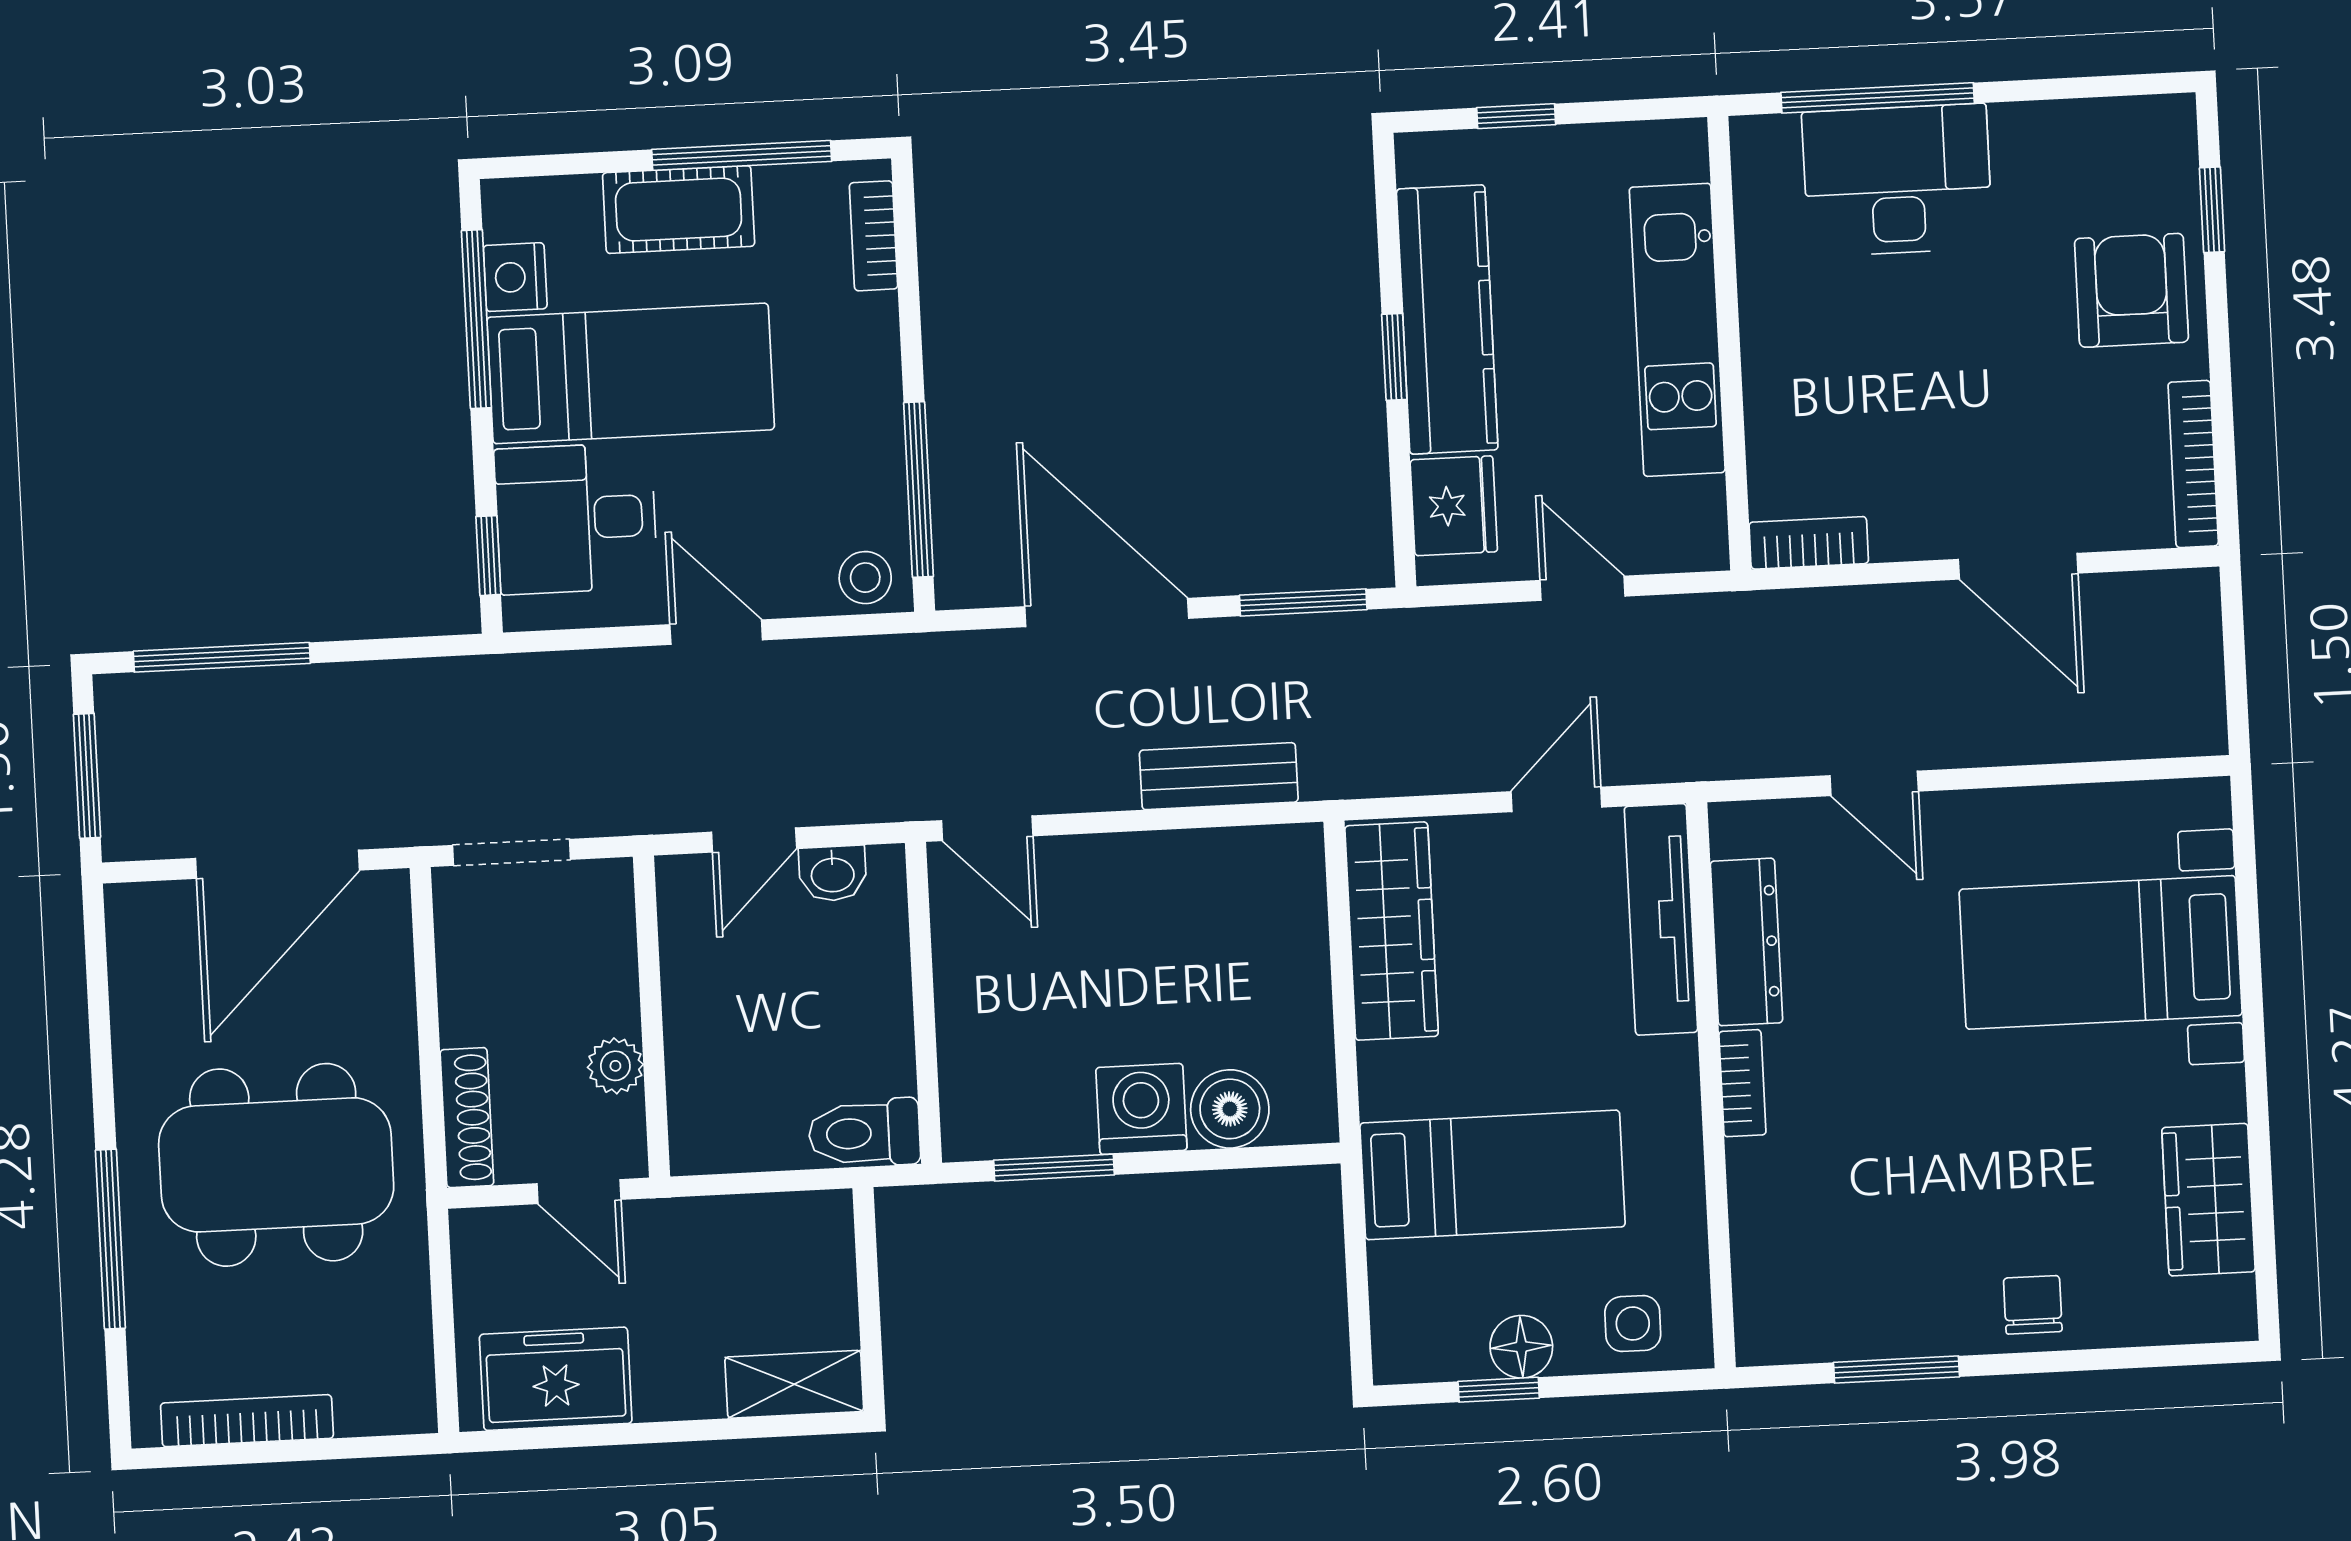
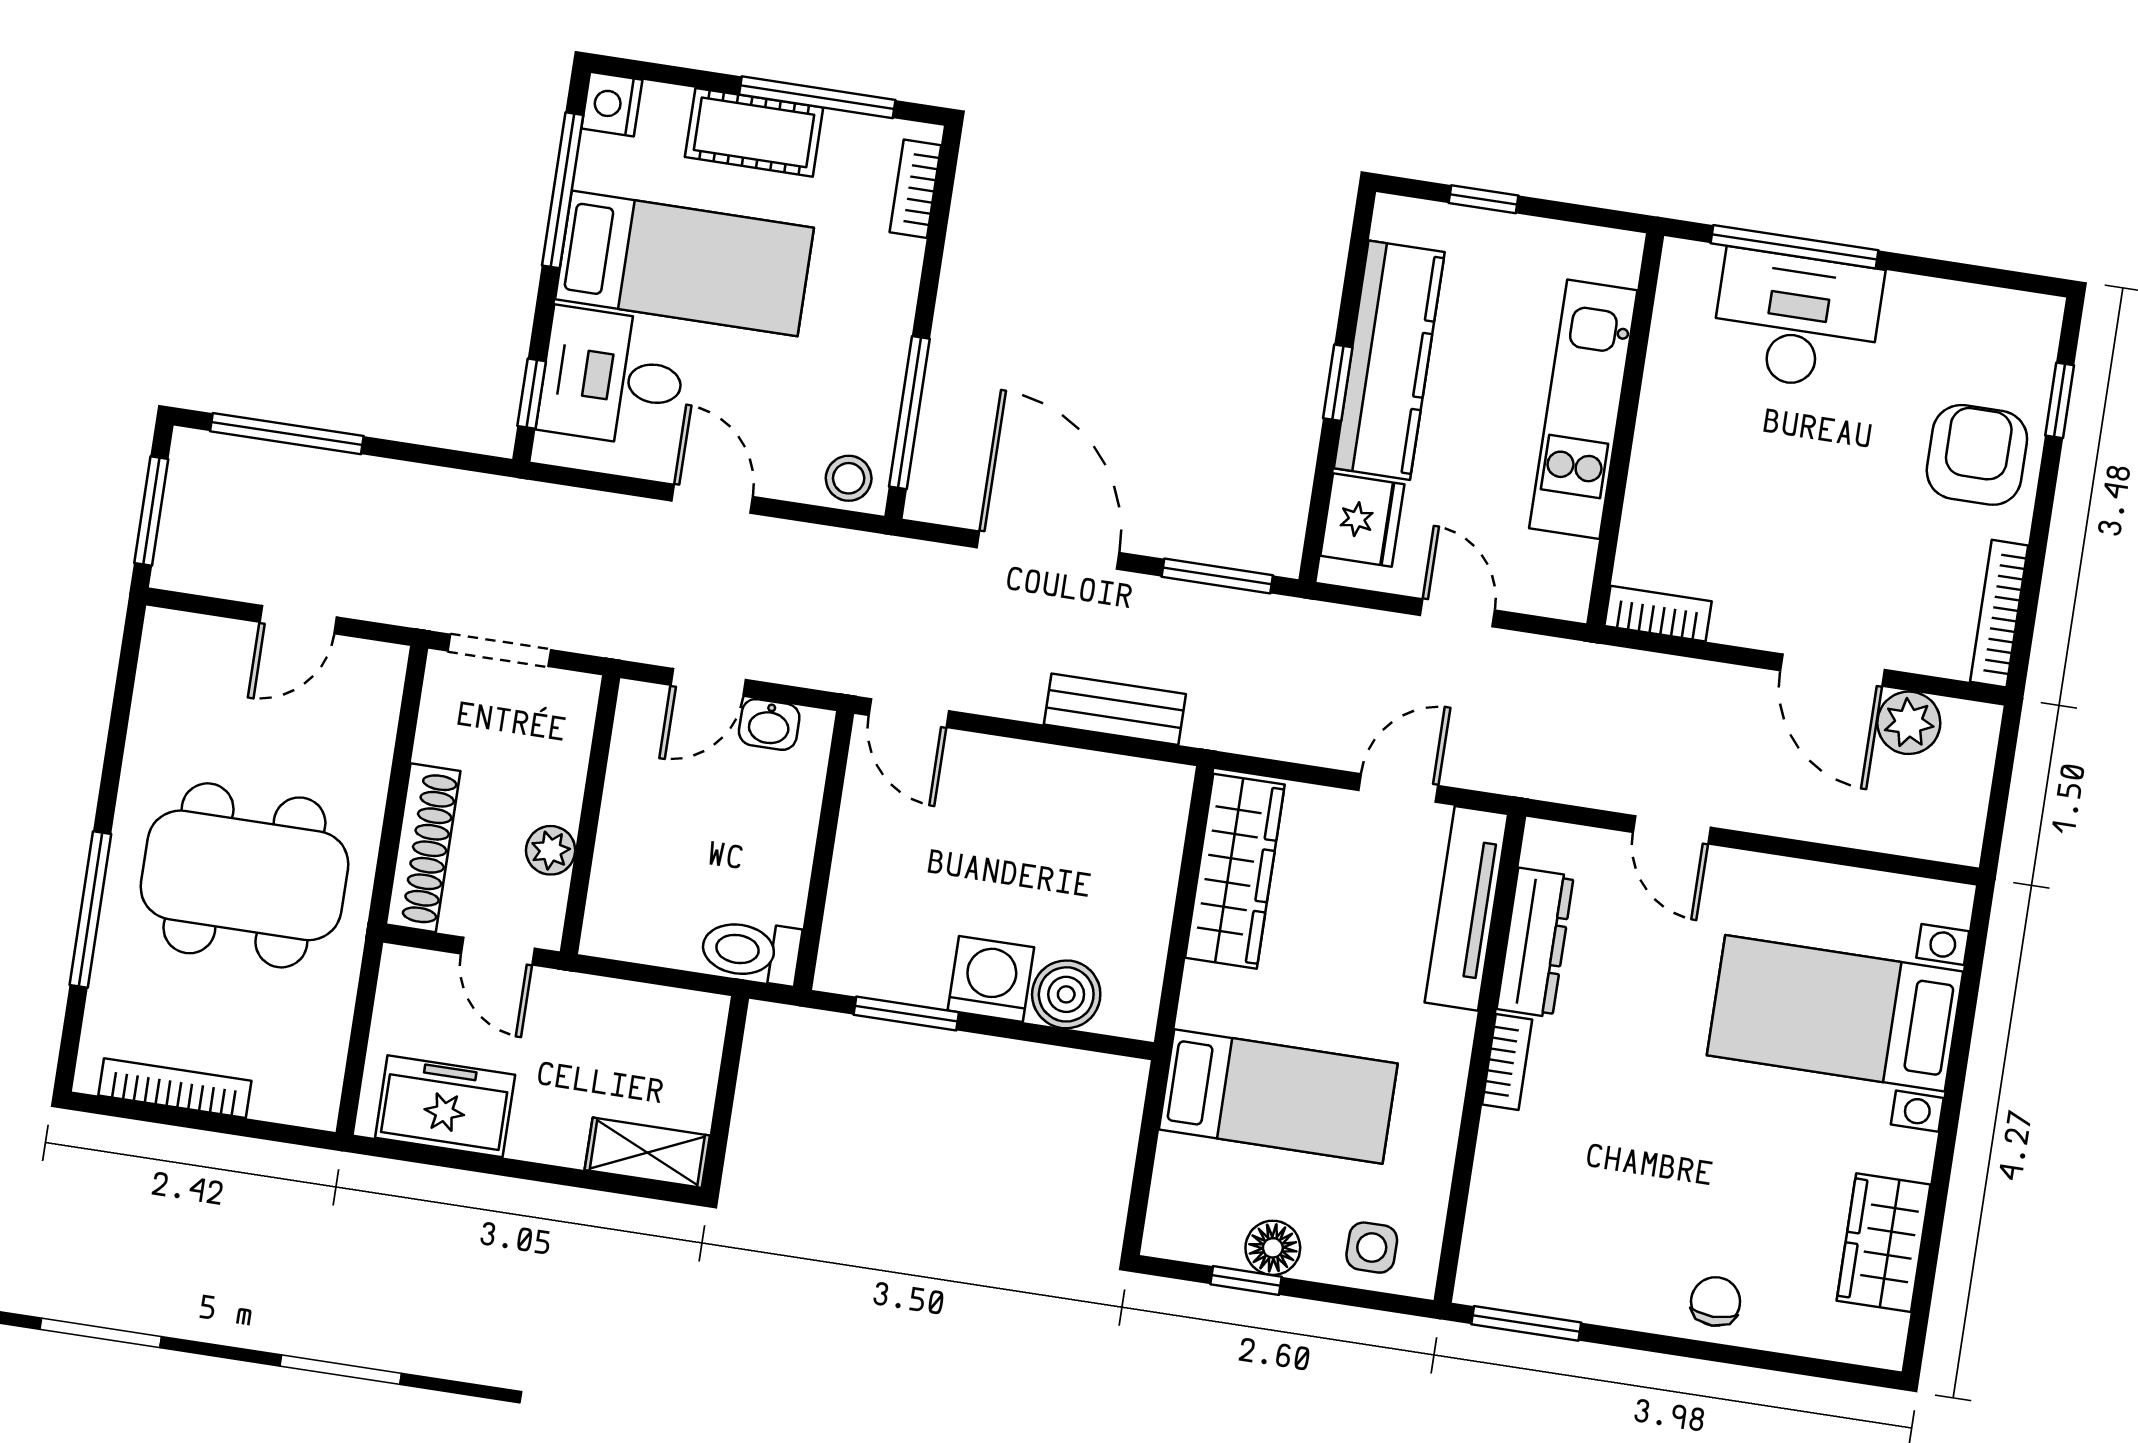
nightstand: (515, 277) -> (612, 104), moved
plant: (2117, 608) -> (1909, 723), added
door: (277, 864) -> (298, 620), width x0.53
shoe rack: (467, 1118) -> (423, 848), width x1.36, depth x1.24
window: (1897, 1370) -> (1526, 1323), moved

